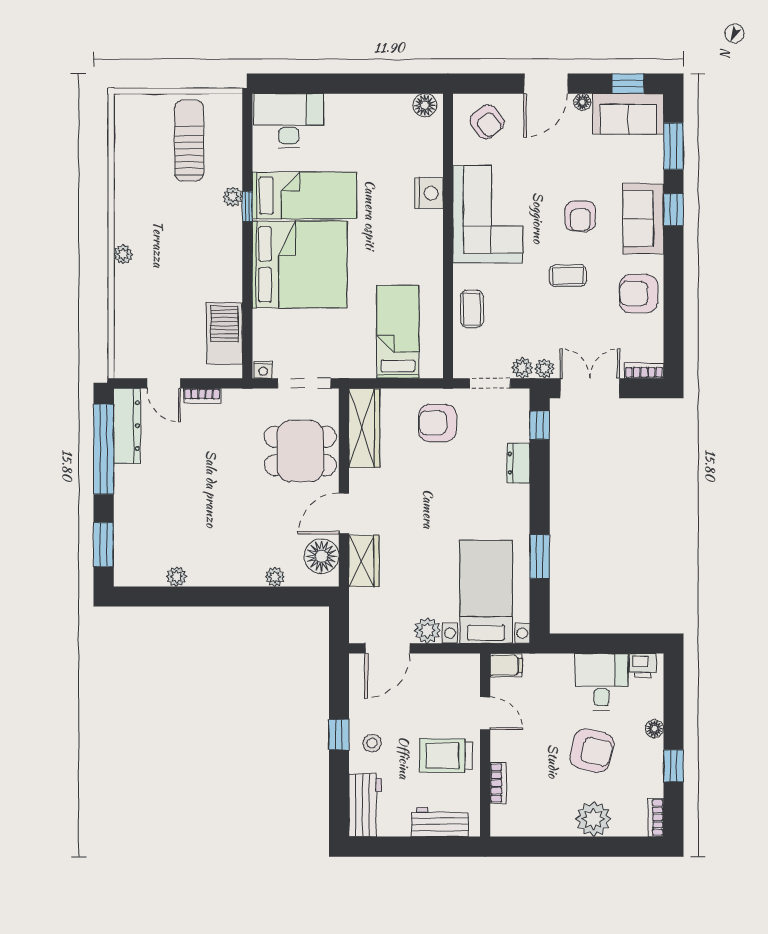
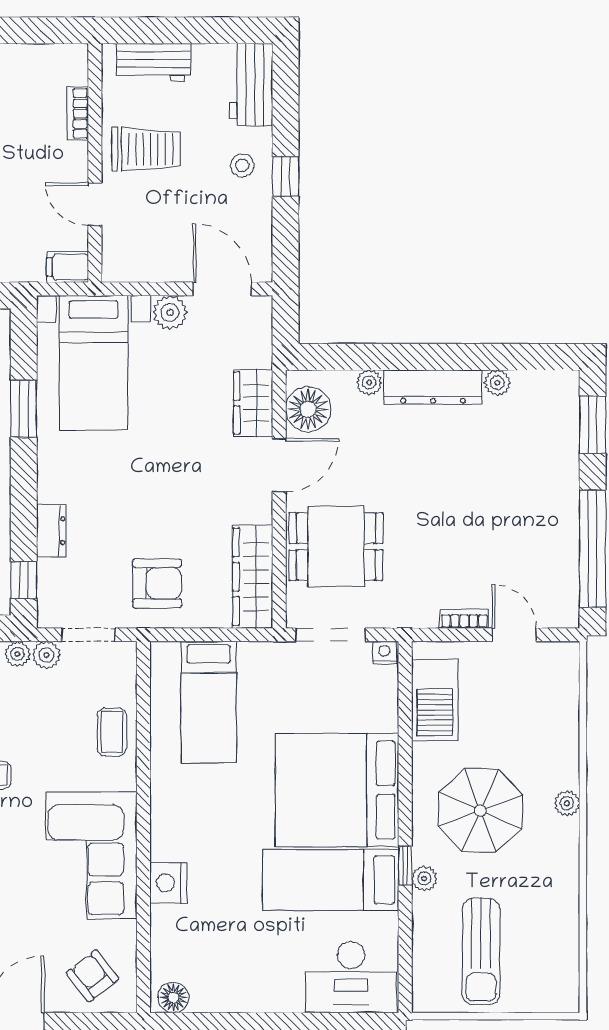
parasol: (190, 249) -> (480, 811), added
dresser: (127, 426) -> (433, 387), moved, turned -90
door: (387, 648) -> (222, 289), hinge flipped

